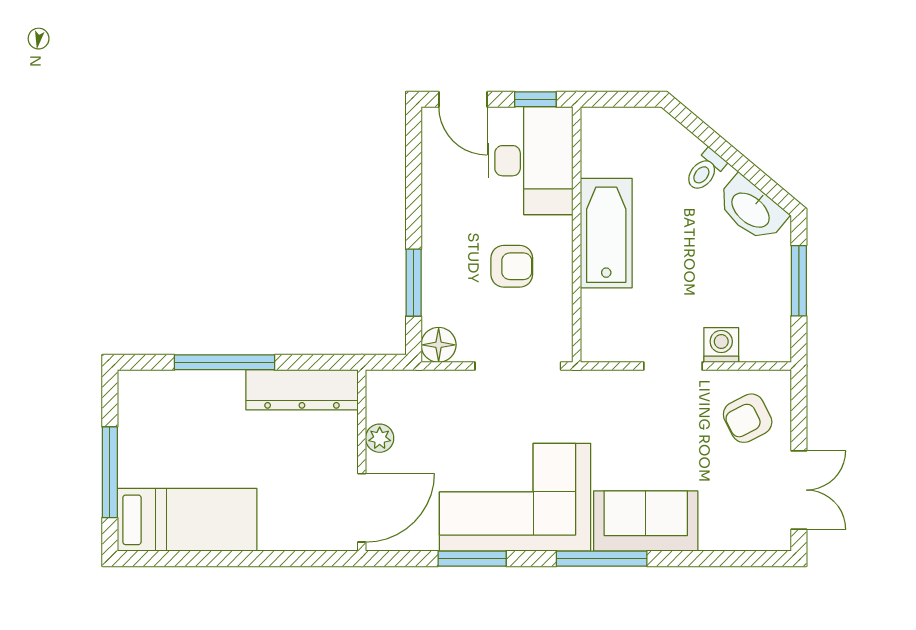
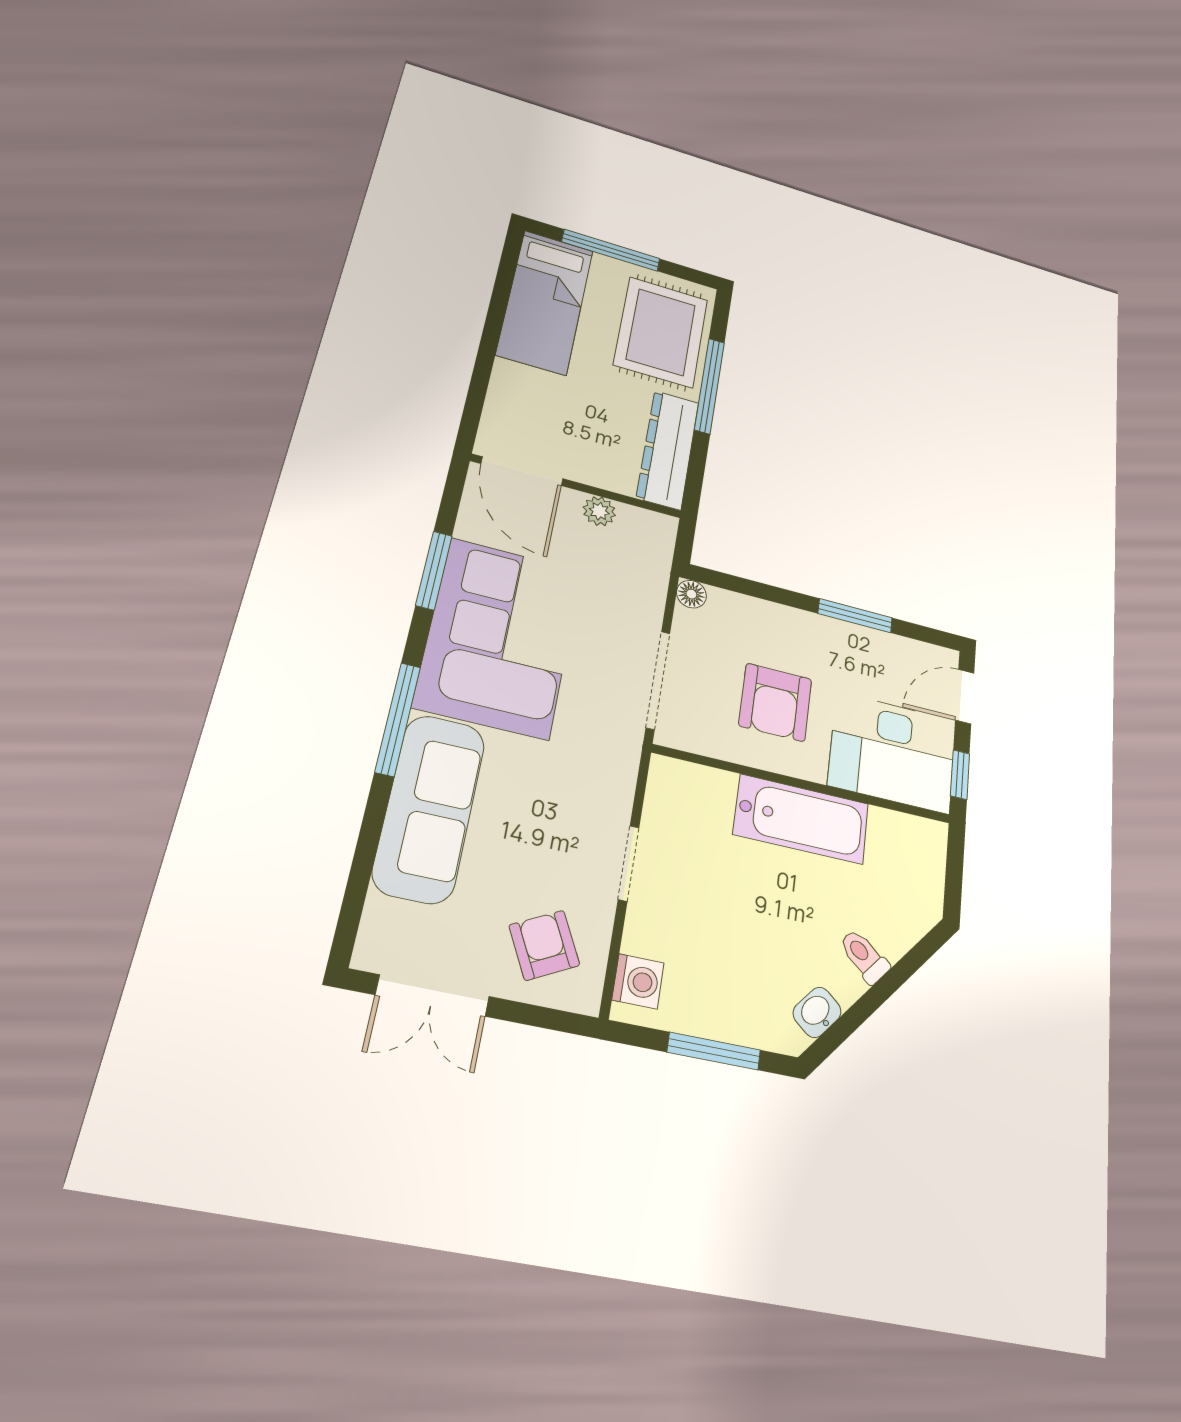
washbasin: (751, 209) -> (817, 1012), width x0.52, depth x0.69
armchair: (512, 266) -> (775, 702), width x1.38, depth x1.38
window: (414, 283) -> (855, 616), moved
floor lamp: (439, 345) -> (691, 594), width x0.73, depth x0.73
washing machine: (721, 345) -> (638, 981), moved
rug: (183, 414) -> (661, 332), added
sofa: (646, 521) -> (429, 808), width x1.36

